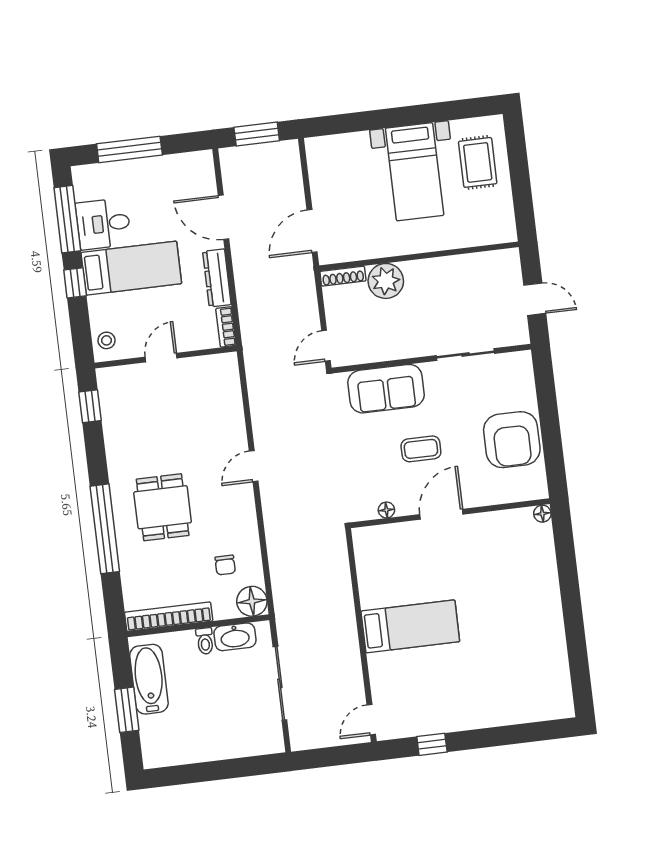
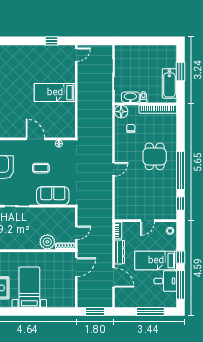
door: (326, 346) -> (76, 233), moved
door: (441, 514) -> (35, 139), swing flipped
window: (105, 529) -> (181, 170), moved

